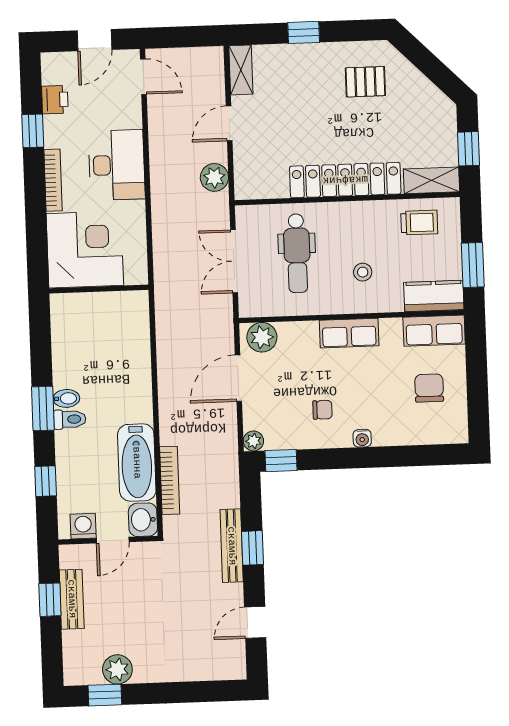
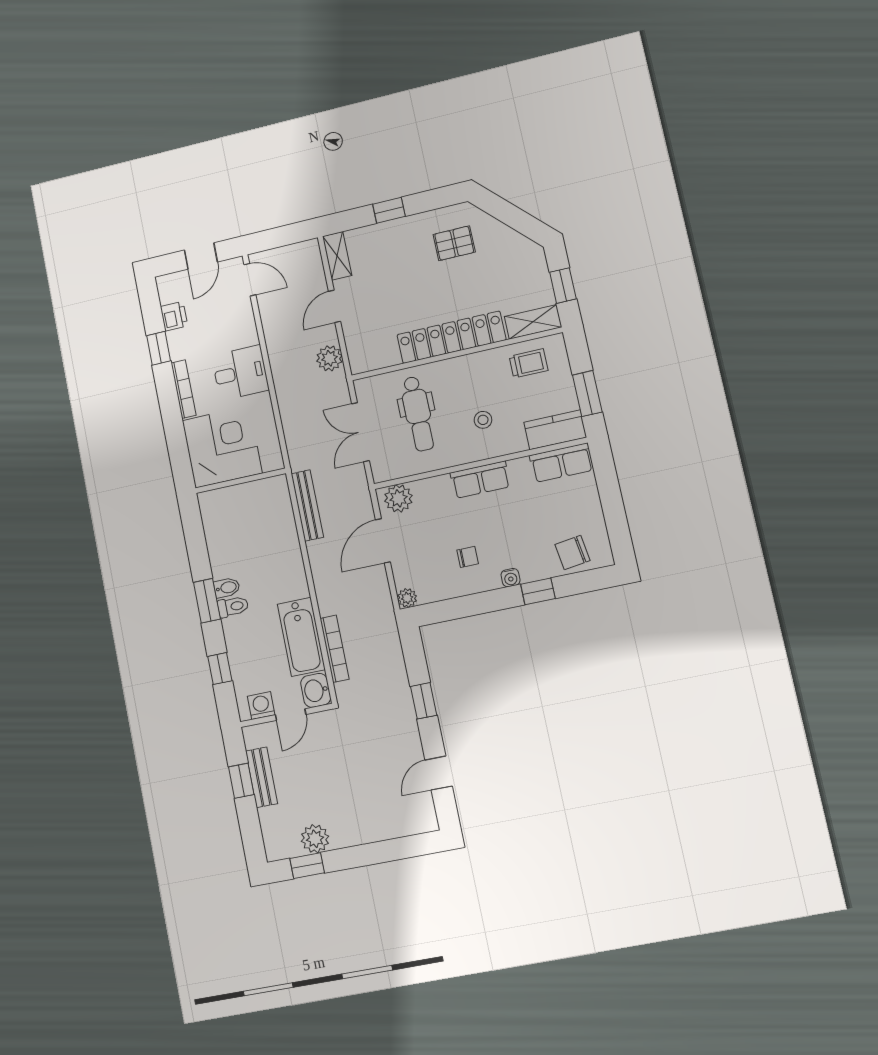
desk: (117, 165) -> (240, 373), width x0.73
chair: (429, 388) -> (572, 552), moved, turned -98
window: (281, 461) -> (538, 591), moved
bench: (232, 546) -> (307, 505), moved

